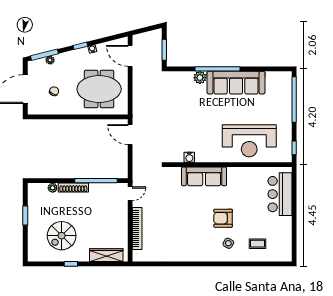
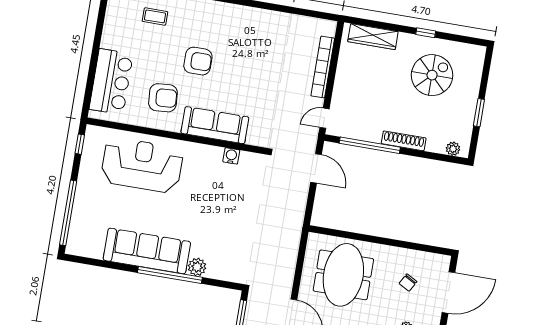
meeting table: (99, 89) -> (343, 275), turned 90
door: (130, 135) -> (316, 168), moved
plant: (53, 188) -> (453, 149), moved
armchair: (243, 189) -> (163, 98), added
side table: (228, 243) -> (196, 24), removed

